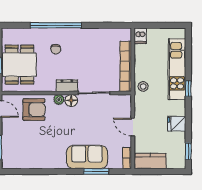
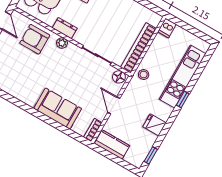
dresser: (67, 86) -> (65, 28), moved
floor lamp: (71, 100) -> (119, 77), moved
armchair: (34, 110) -> (35, 39), turned 180
window: (96, 171) -> (58, 126), removed

